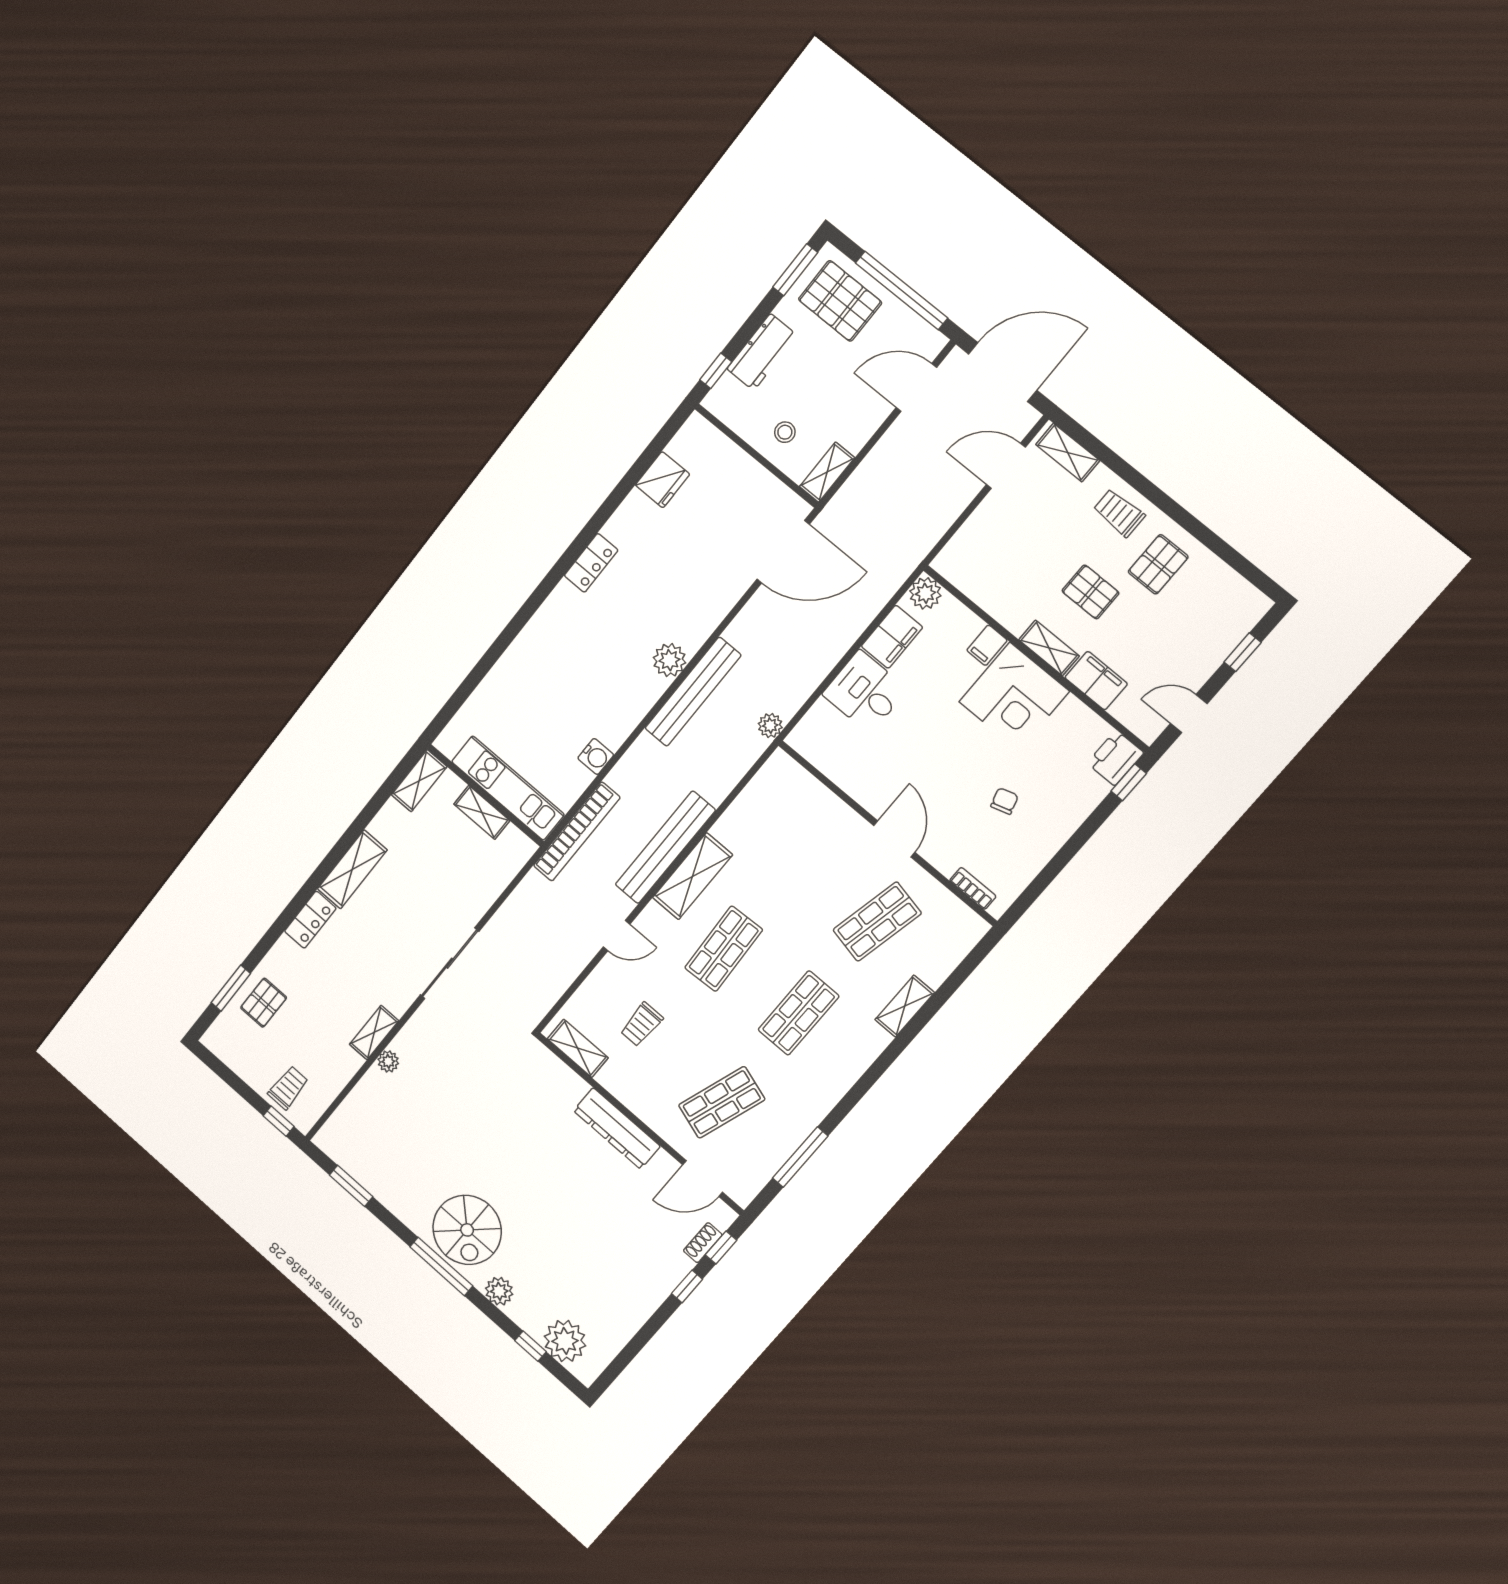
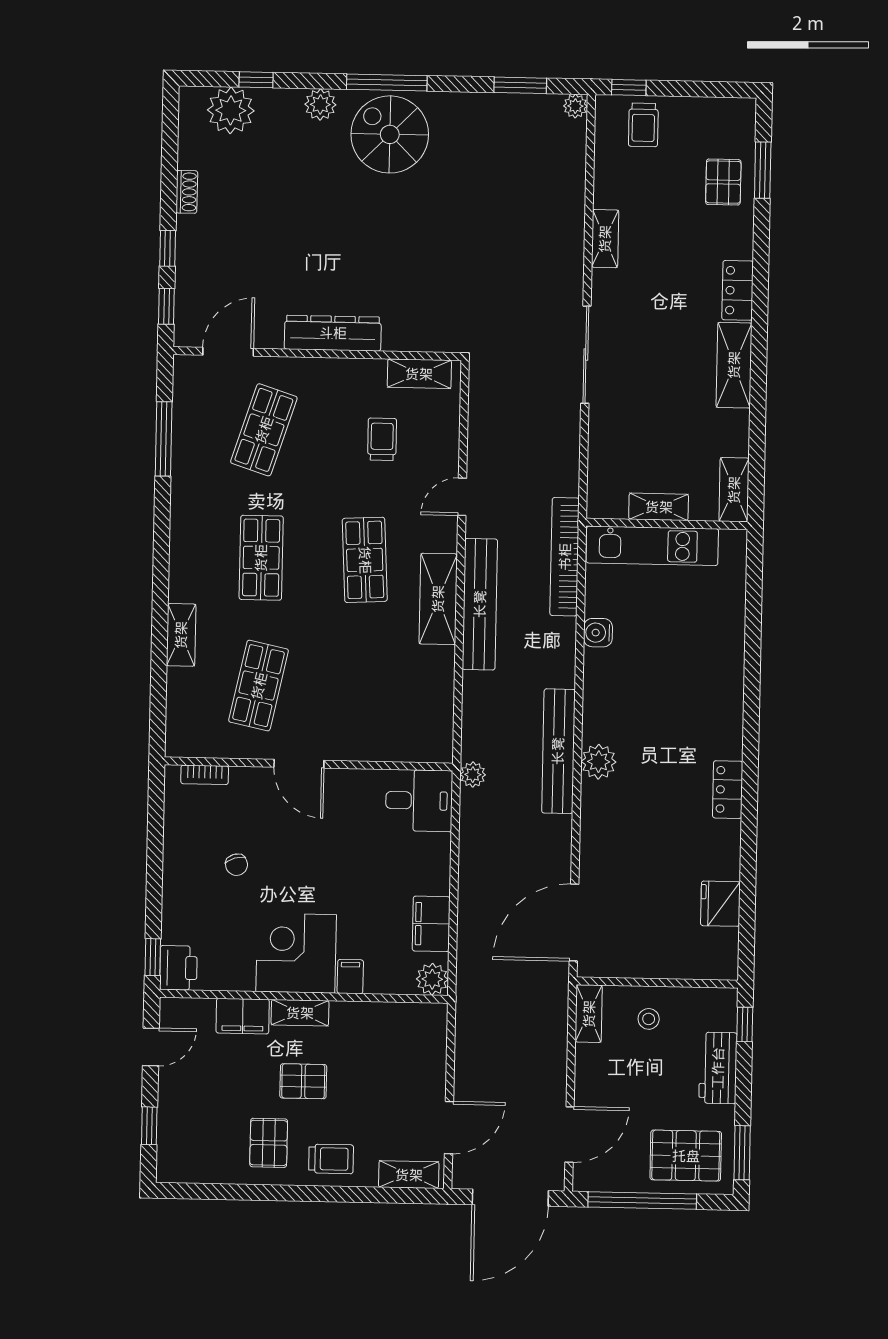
desk: (865, 692) -> (419, 801), moved
plant: (388, 1061) -> (575, 106), moved
shoe rack: (703, 1243) -> (187, 192), moved

